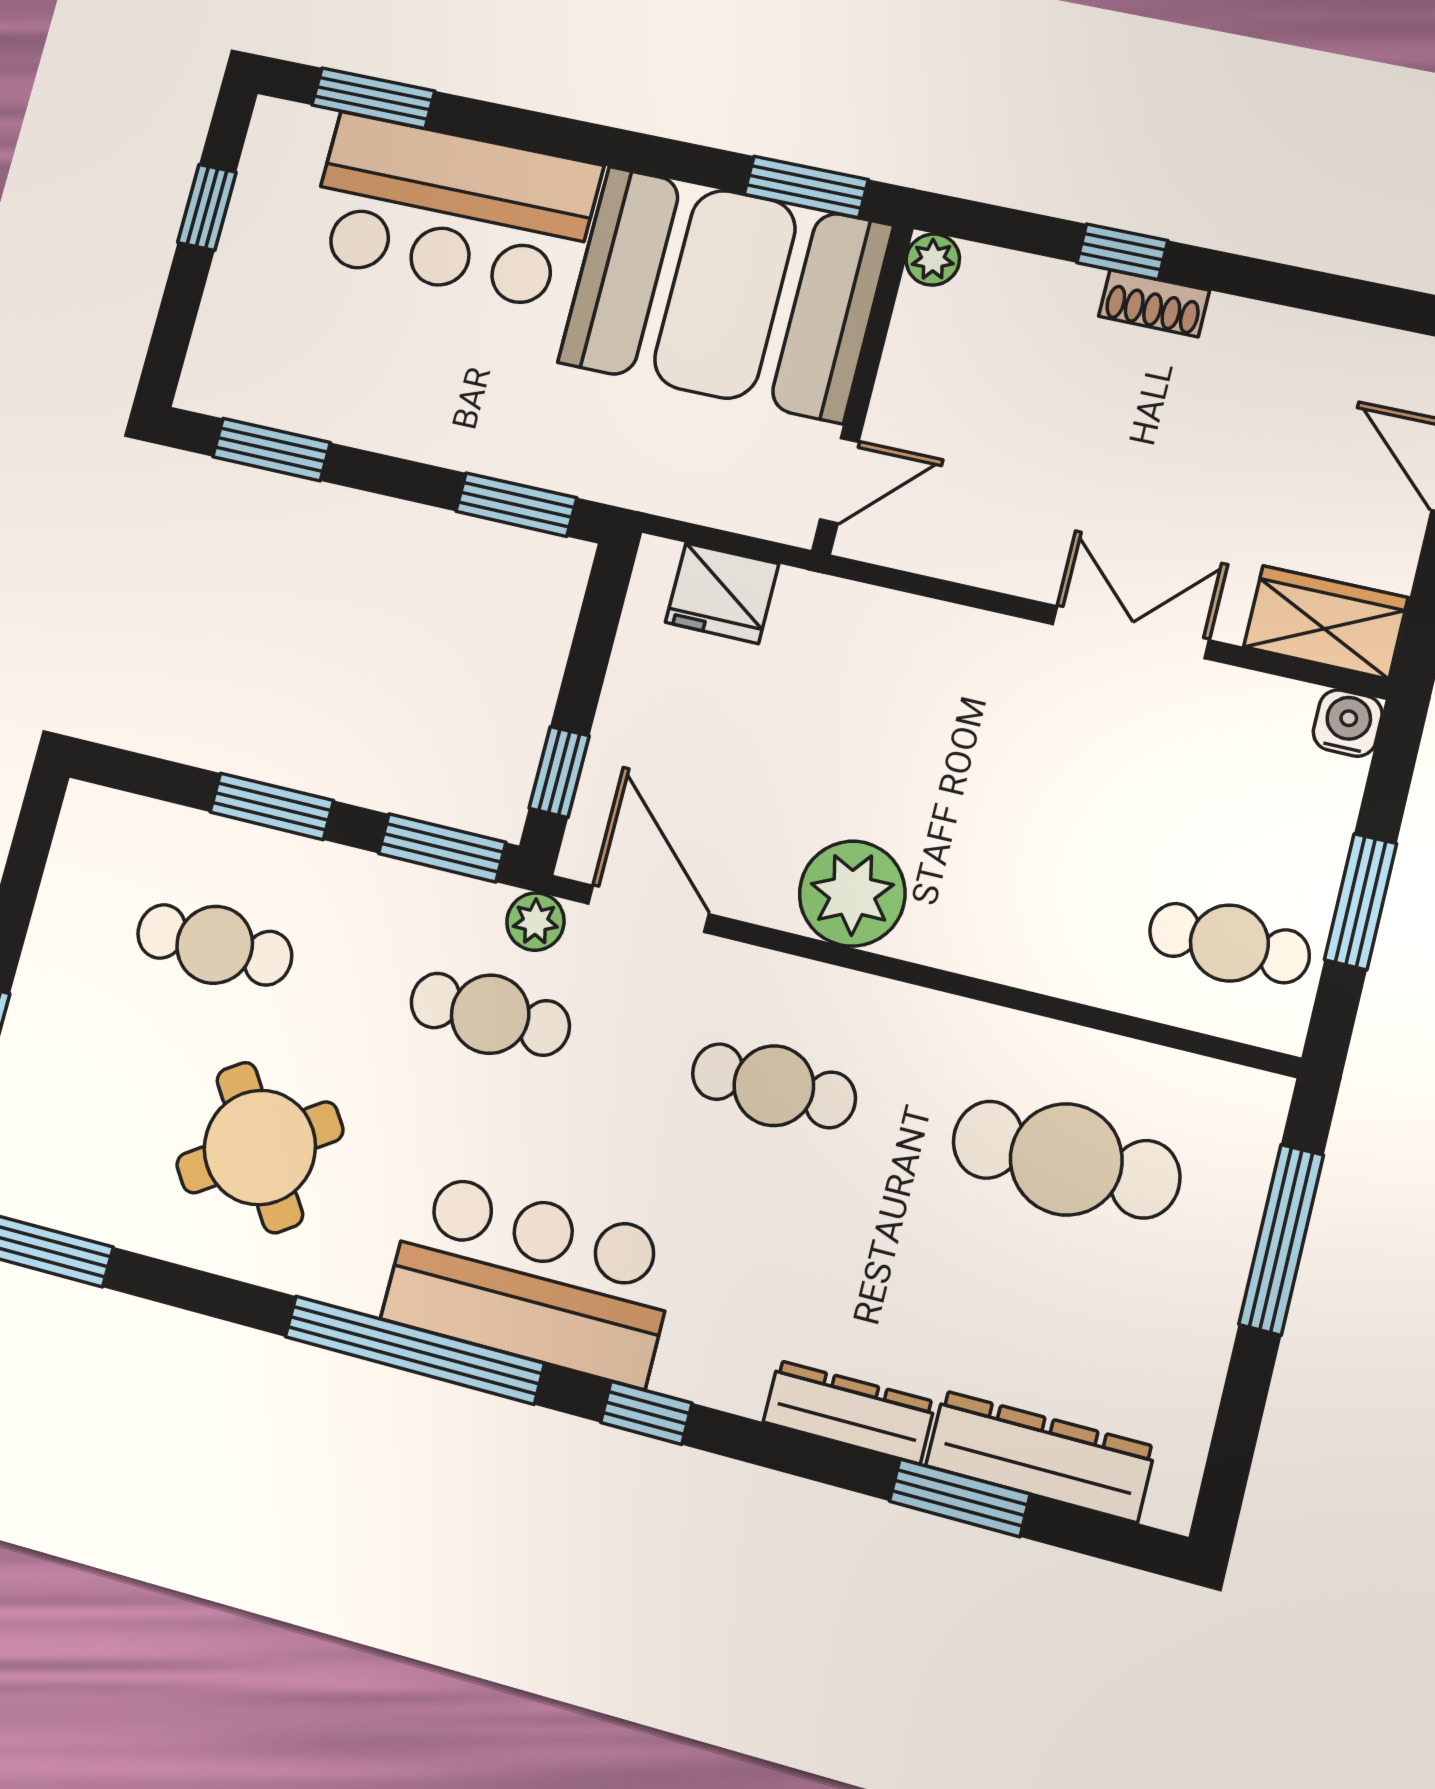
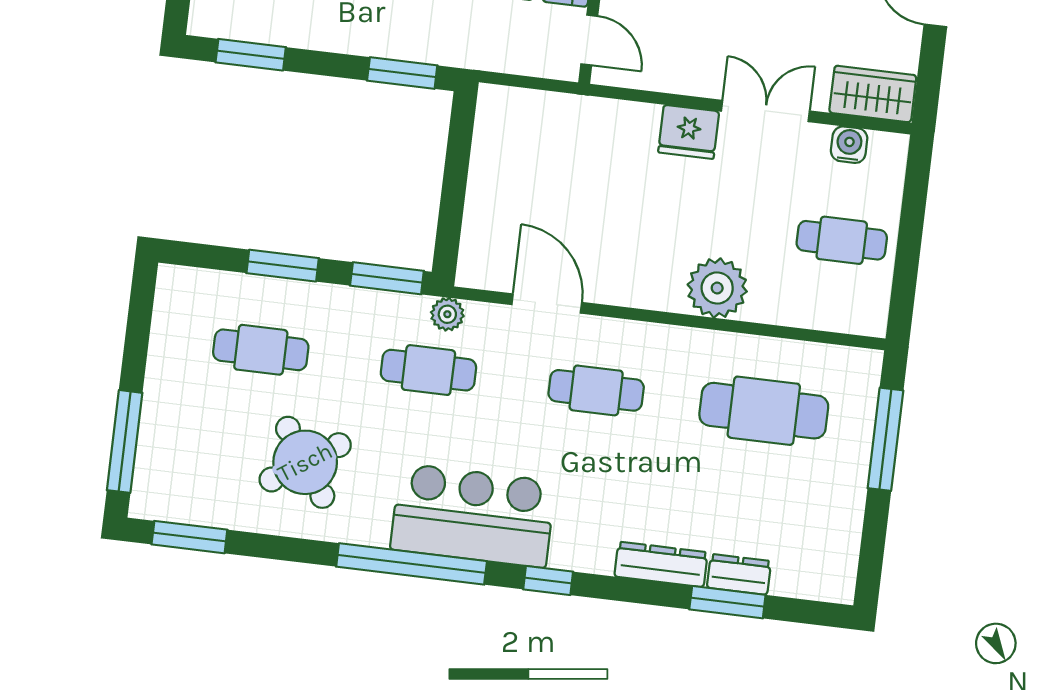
door: (839, 480) -> (589, 40), hinge flipped
fridge: (722, 593) -> (689, 132), moved
water cooler: (1348, 723) -> (849, 145), moved
window: (559, 772) -> (449, 227), removed
plant: (852, 894) -> (717, 288), moved
window: (1361, 902) -> (908, 249), removed
door: (648, 909) -> (547, 304), moved
cafe table: (1229, 943) -> (842, 240), moved
dresser: (1040, 1456) -> (739, 574), width x0.51, depth x0.80

